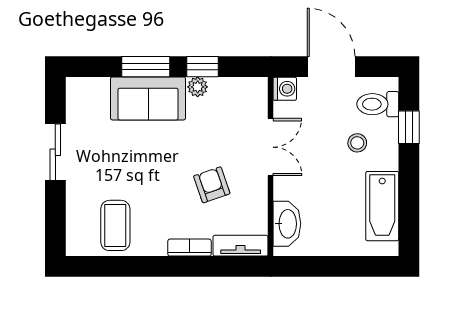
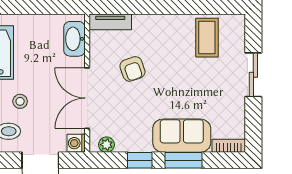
plant: (198, 87) -> (106, 145), moved
double door: (271, 147) -> (87, 98), width x1.37
sliding door: (55, 152) -> (253, 75), moved
bookcase: (190, 248) -> (229, 146), moved, turned 180

